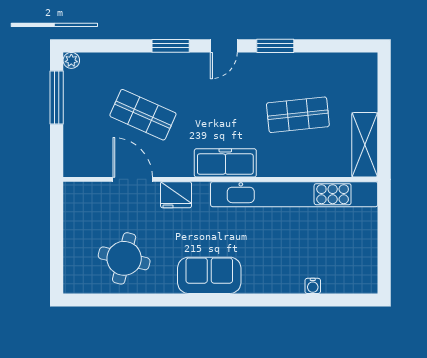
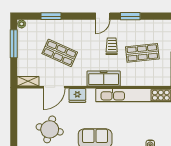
window: (171, 46) -> (51, 16), moved
trolley: (240, 102) -> (112, 46), added
shelving: (83, 168) -> (28, 81), added
door: (133, 179) -> (54, 87), swing flipped

